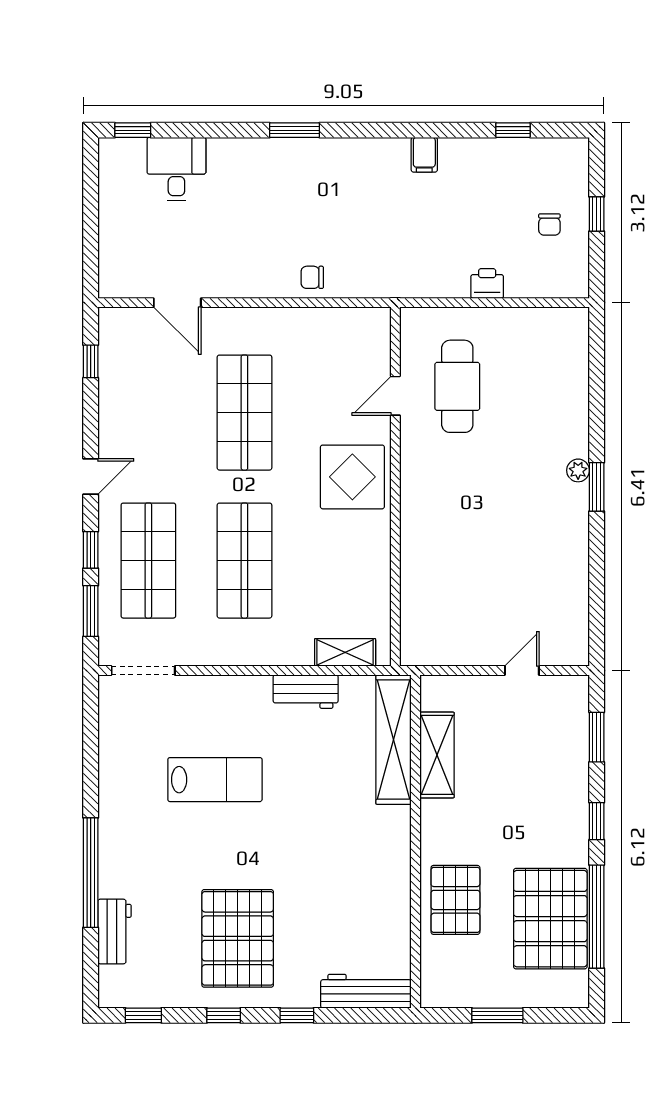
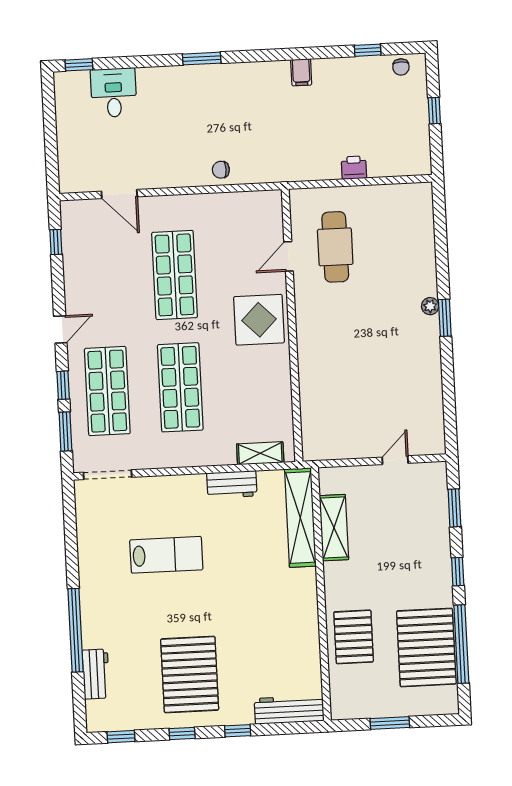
chair: (549, 224) -> (401, 67), moved

